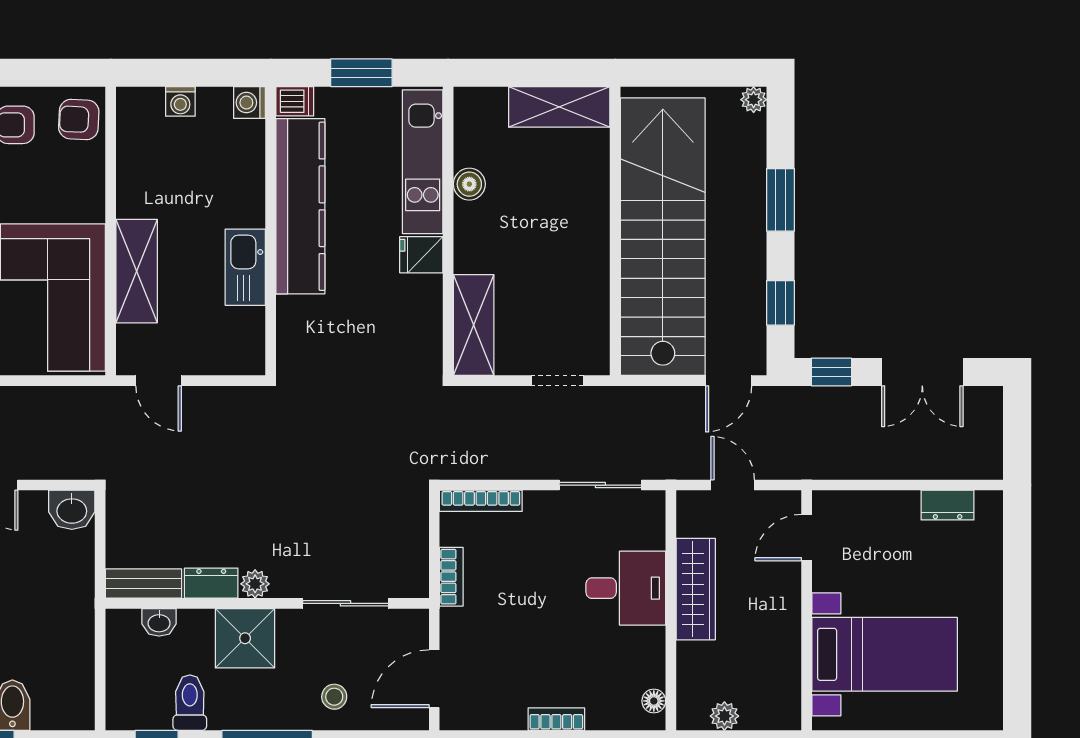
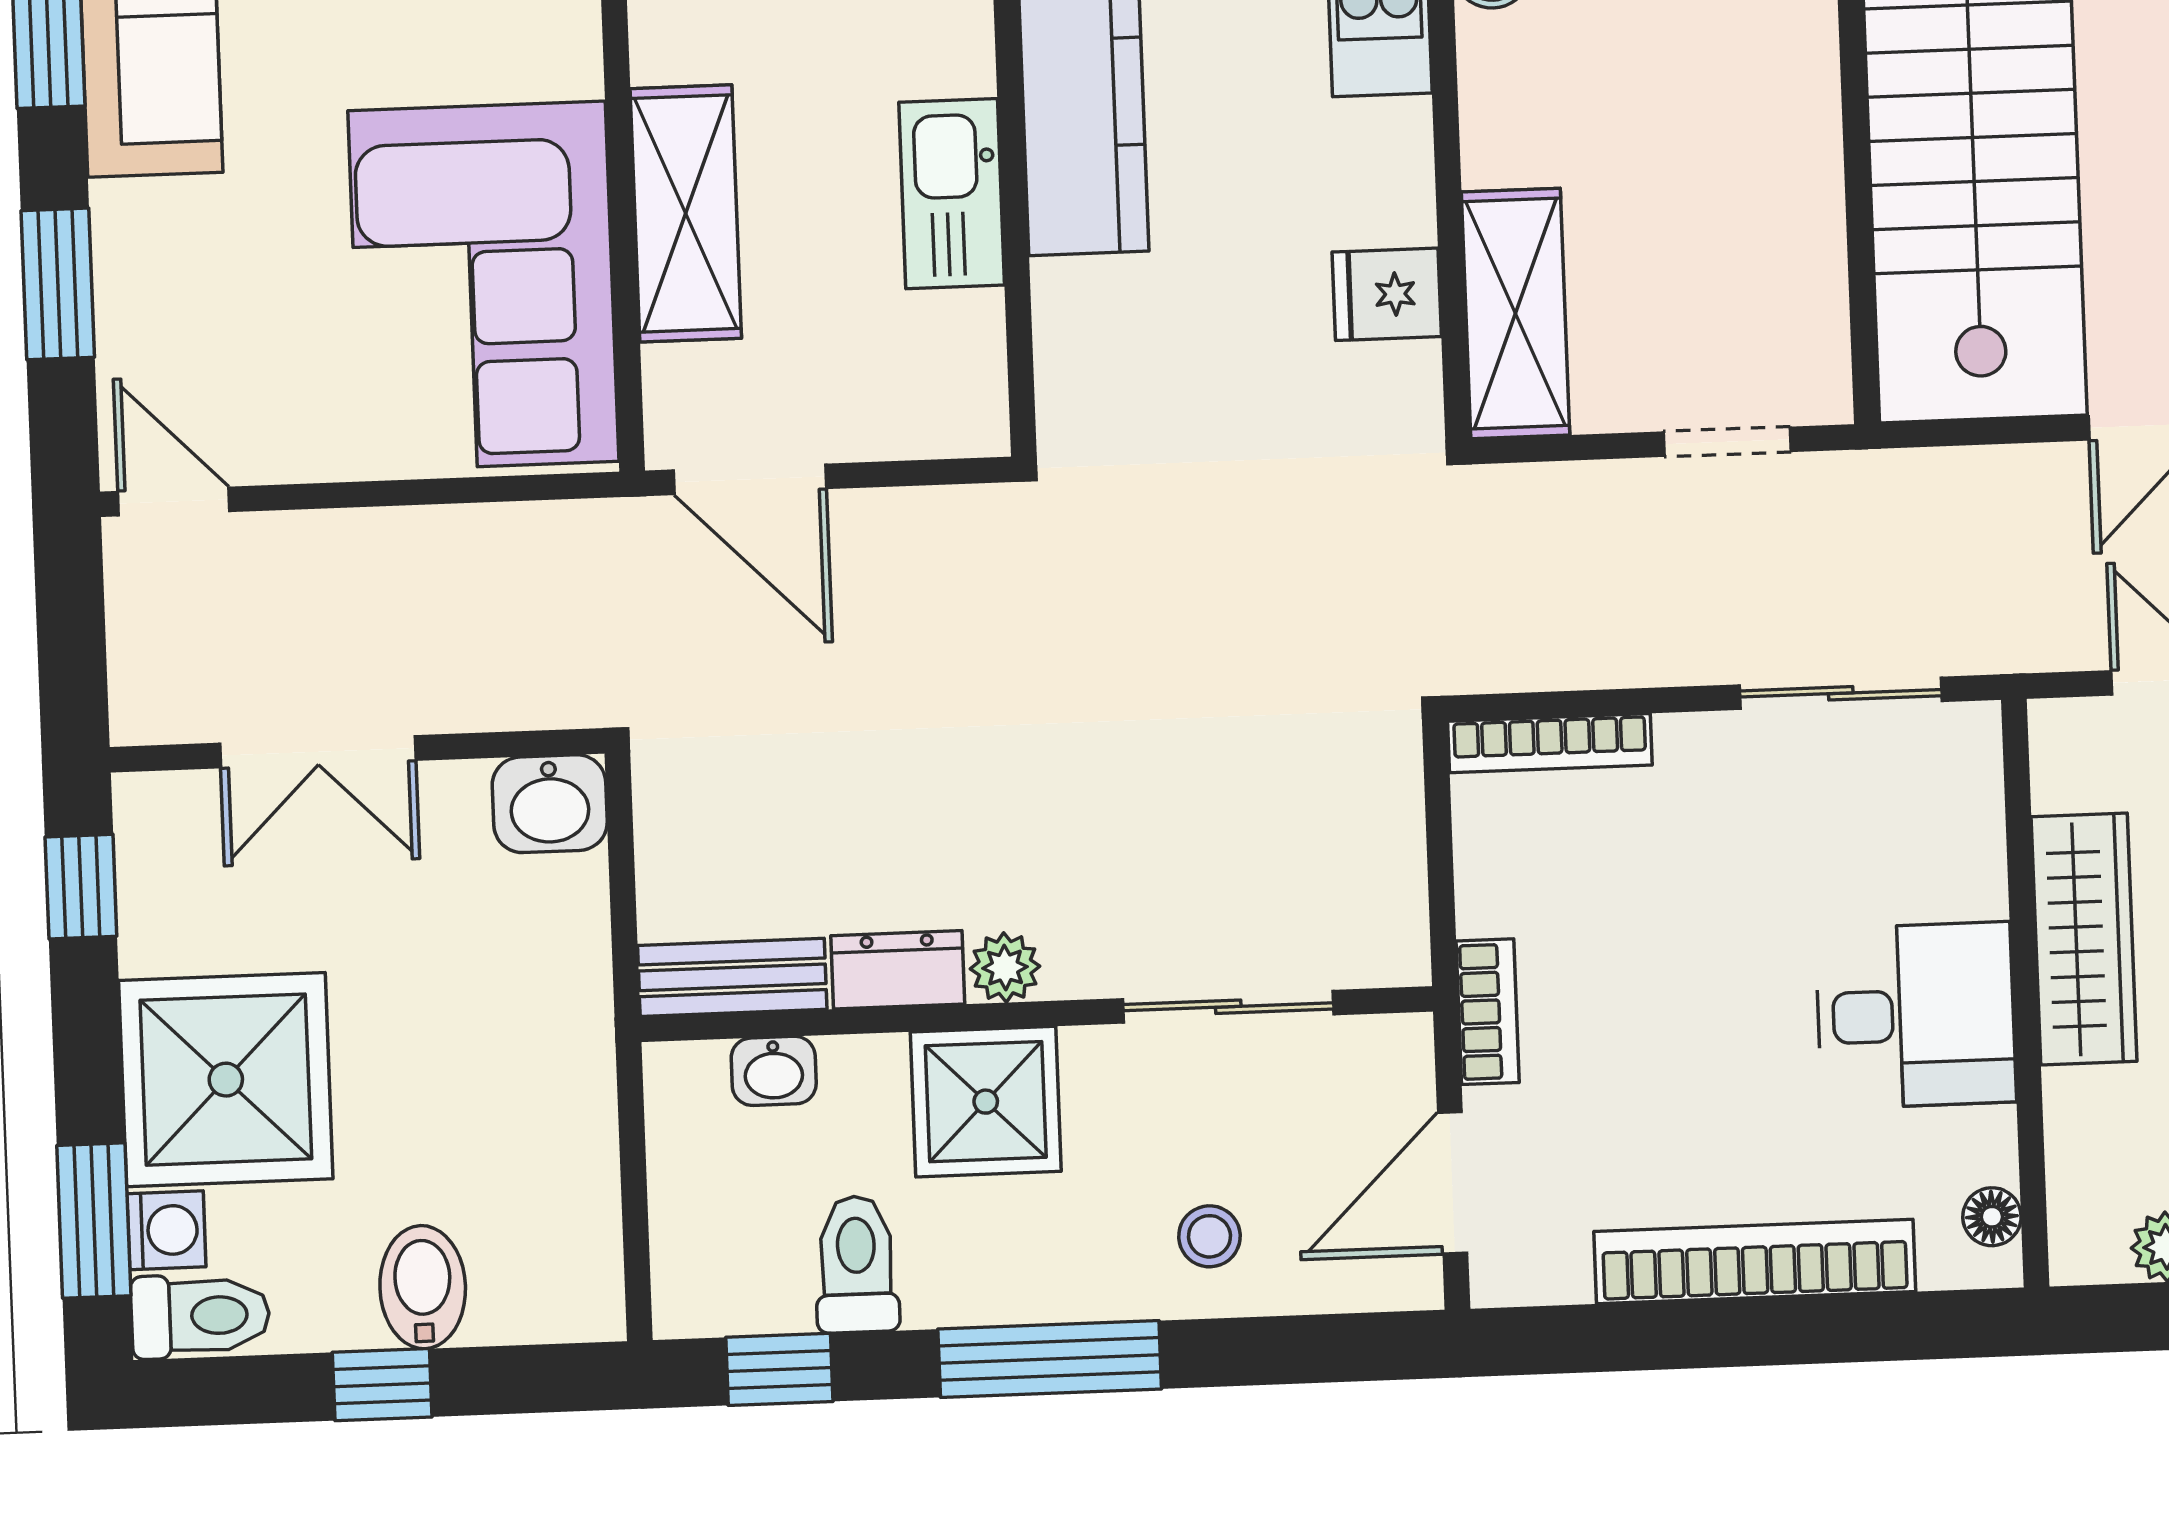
fridge: (421, 255) -> (1387, 294), moved
door: (159, 381) -> (750, 479), width x1.38
bookcase: (451, 577) -> (1488, 1012), moved
desk: (626, 588) -> (1916, 1015), moved
bookcase: (556, 719) -> (1755, 1262), width x2.31, depth x1.31

